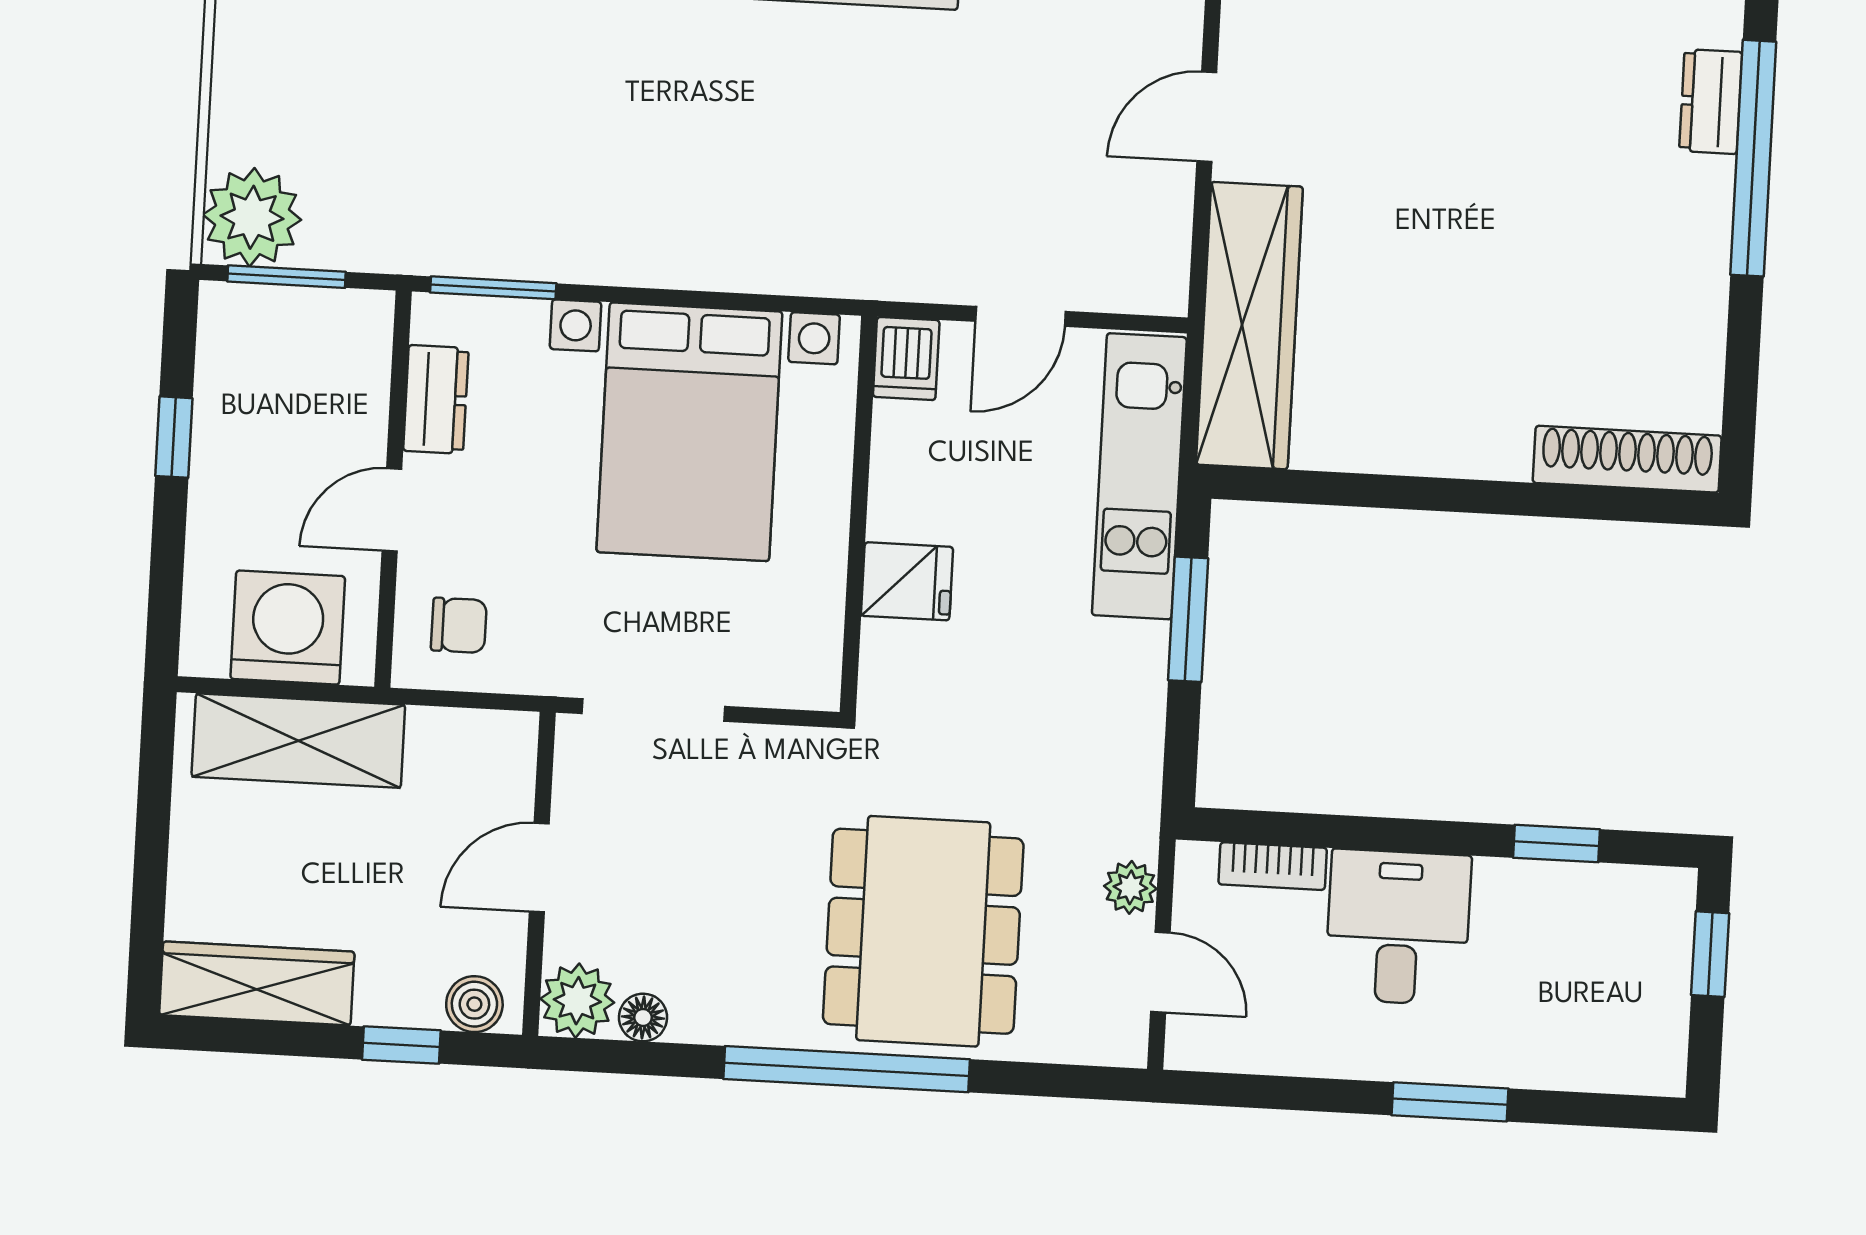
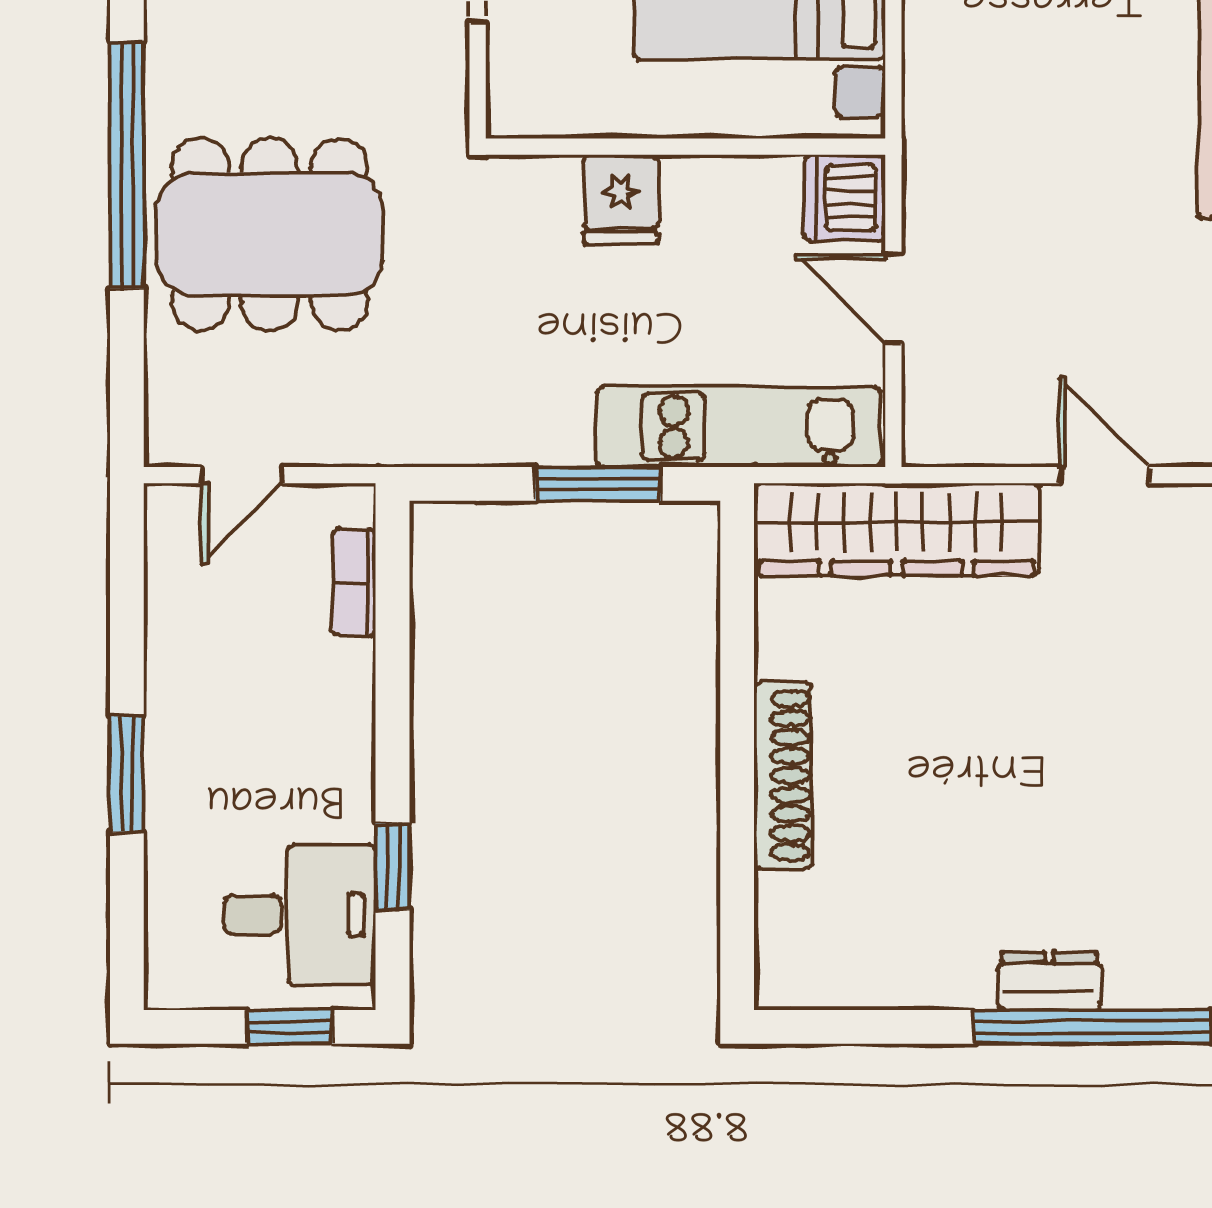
dresser: (1711, 102) -> (1049, 981), moved
dishwasher: (906, 359) -> (845, 198), width x1.38
shoe rack: (1627, 459) -> (783, 776), moved
plant: (1130, 887) -> (325, 440), removed
desk: (1398, 927) -> (300, 915), moved

